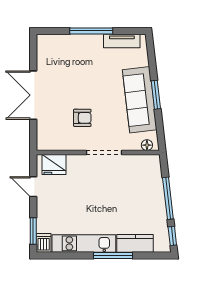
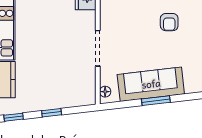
armchair: (82, 118) -> (169, 22), moved
window: (168, 198) -> (52, 113), width x0.46

